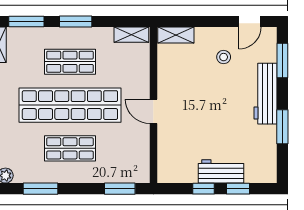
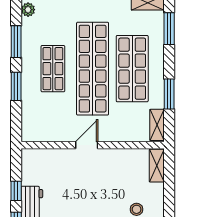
window: (76, 22) -> (169, 94), moved
shop shelf: (70, 62) -> (132, 69), width x1.43, depth x1.36
window: (120, 189) -> (16, 86), moved

